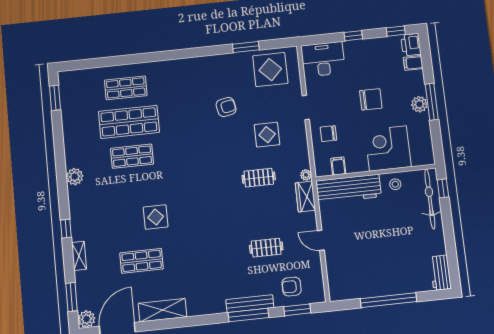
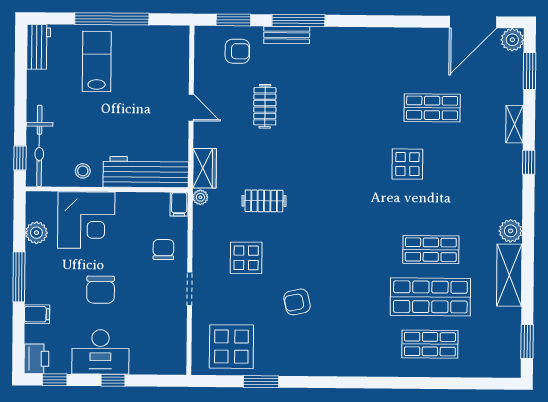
desk: (323, 59) -> (100, 352), moved
filing cabinet: (413, 63) -> (37, 314), moved
chair: (371, 99) -> (101, 290), turned -90
plant: (419, 104) -> (36, 233), moved
chair: (328, 134) -> (163, 250), turned -90
filing cabinet: (338, 166) -> (179, 204), moved
clothes rail: (266, 248) -> (265, 106), turned 90
lab bench: (396, 267) -> (97, 61), added
bench: (250, 304) -> (287, 35), width x0.73
shelving: (163, 310) -> (509, 275), moved, turned 90

